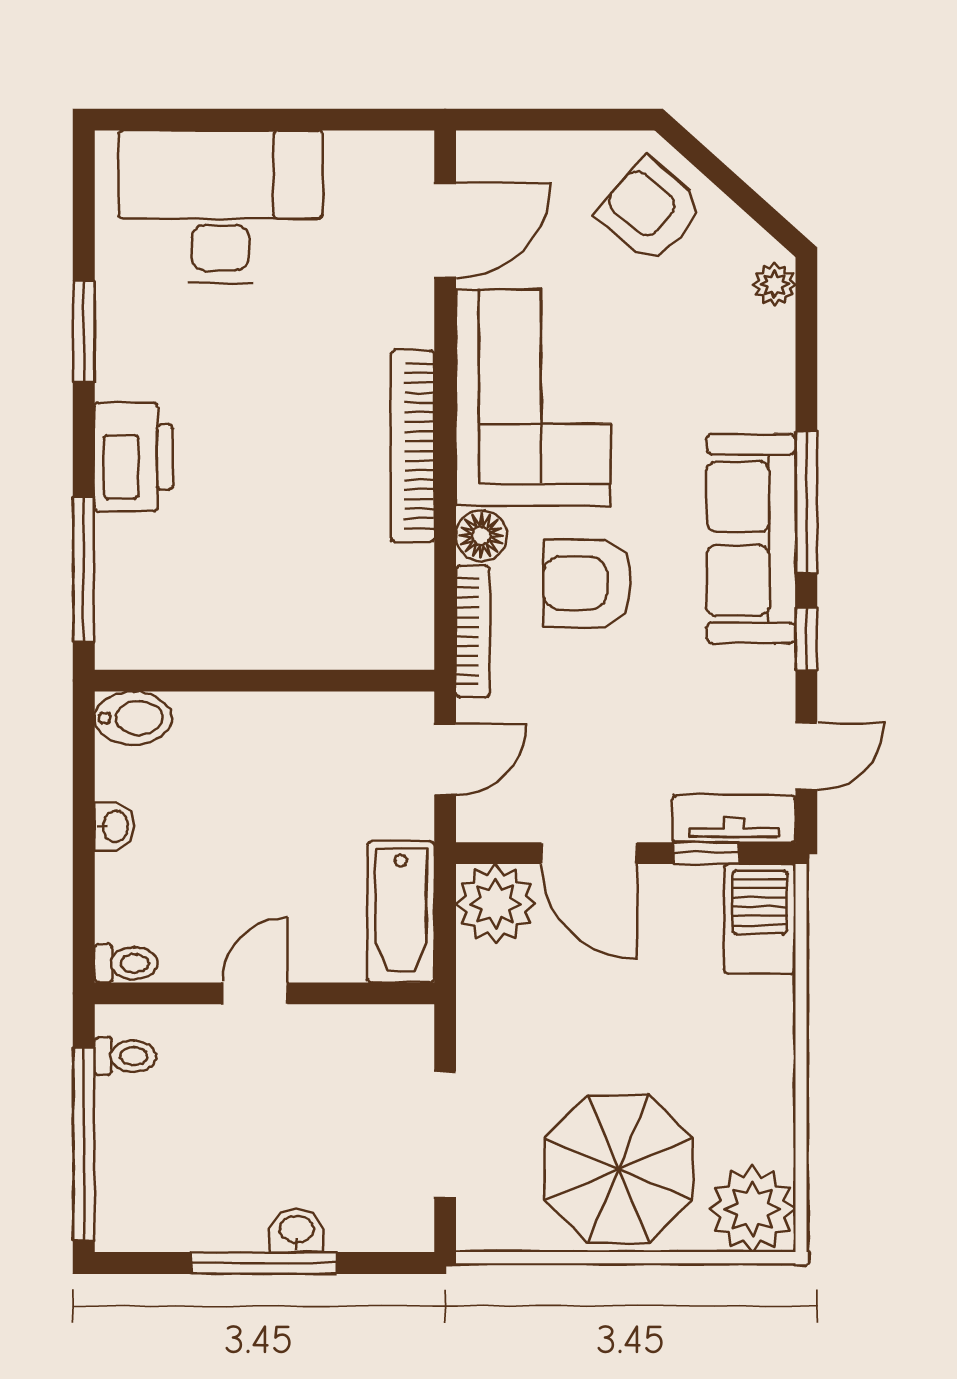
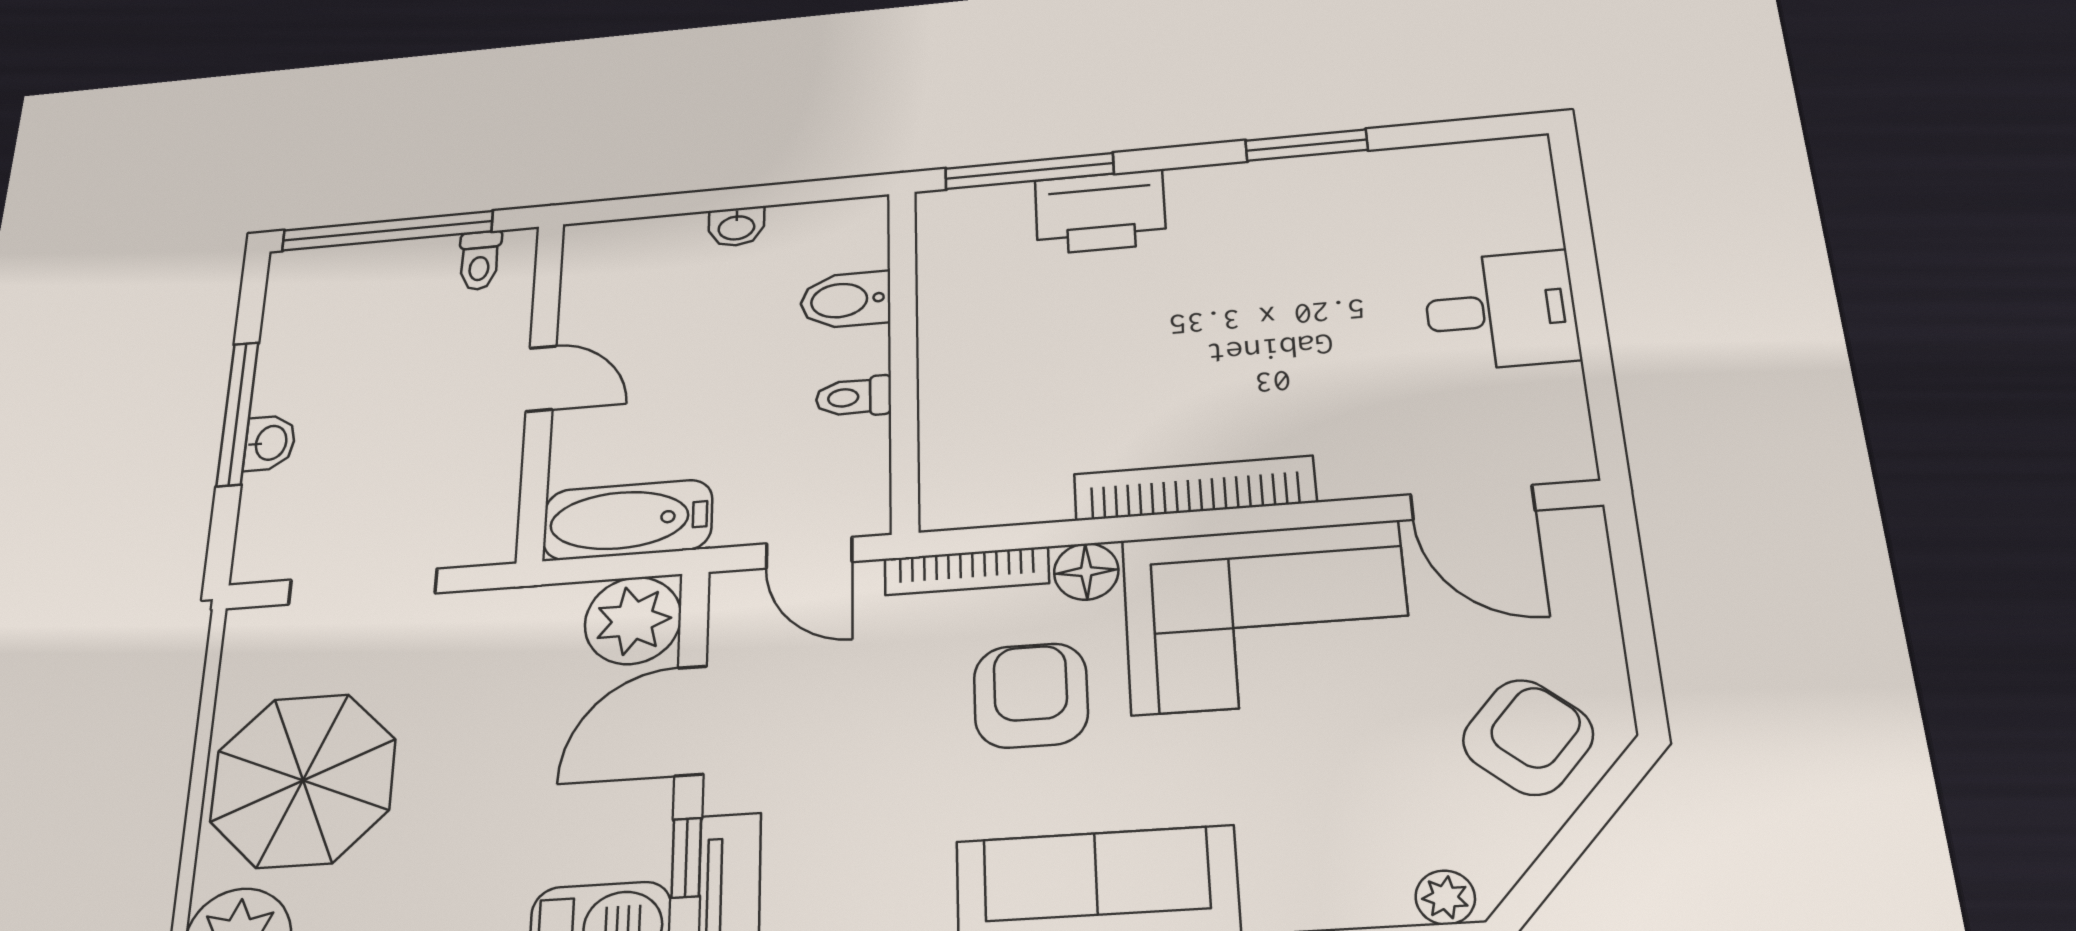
desk: (220, 207) -> (1501, 310), width x0.53, depth x0.77
printer: (134, 457) -> (1100, 212), moved
bidet: (133, 718) -> (845, 300), moved, turned 90
toilet: (126, 963) -> (854, 397), moved, turned 90

